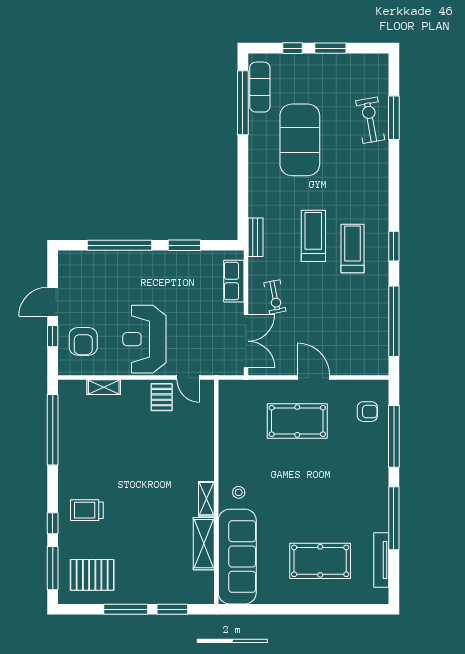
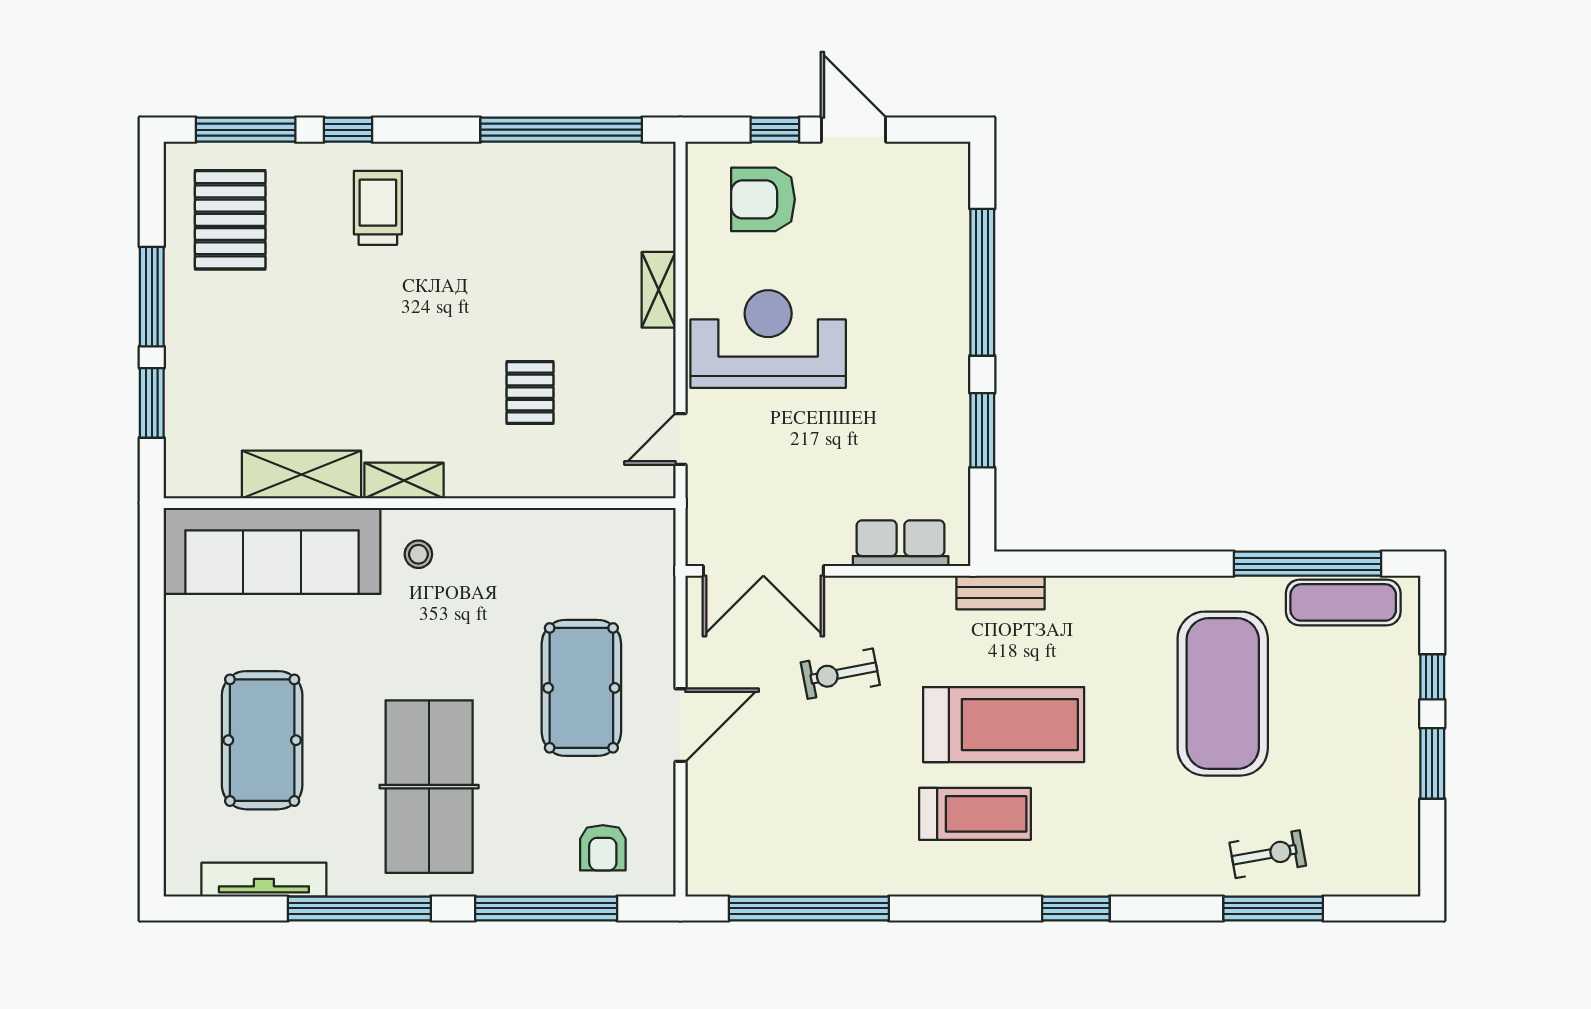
exercise bike: (370, 120) -> (1268, 854), width x0.73, depth x0.72
exercise mat: (300, 140) -> (1223, 694), turned 90
treadmill: (313, 236) -> (1004, 725), width x1.37, depth x1.38
window: (394, 246) -> (1076, 908), moved
exercise bike: (275, 297) -> (840, 674), moved
shelving: (104, 387) -> (659, 290), moved
pallet: (162, 397) -> (530, 393), moved, turned 90
table tennis table: (341, 488) -> (429, 787), added

